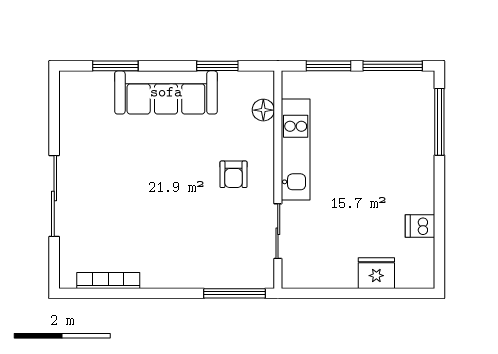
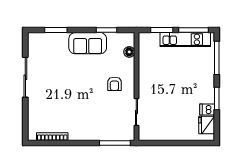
sofa: (166, 92) -> (88, 43), width x0.73
kitchen unit: (296, 149) -> (185, 39), moved, turned 90
sliding door: (54, 196) -> (25, 77), moved
window: (439, 204) -> (217, 99), added
fridge: (376, 273) -> (207, 125), moved, turned -90

